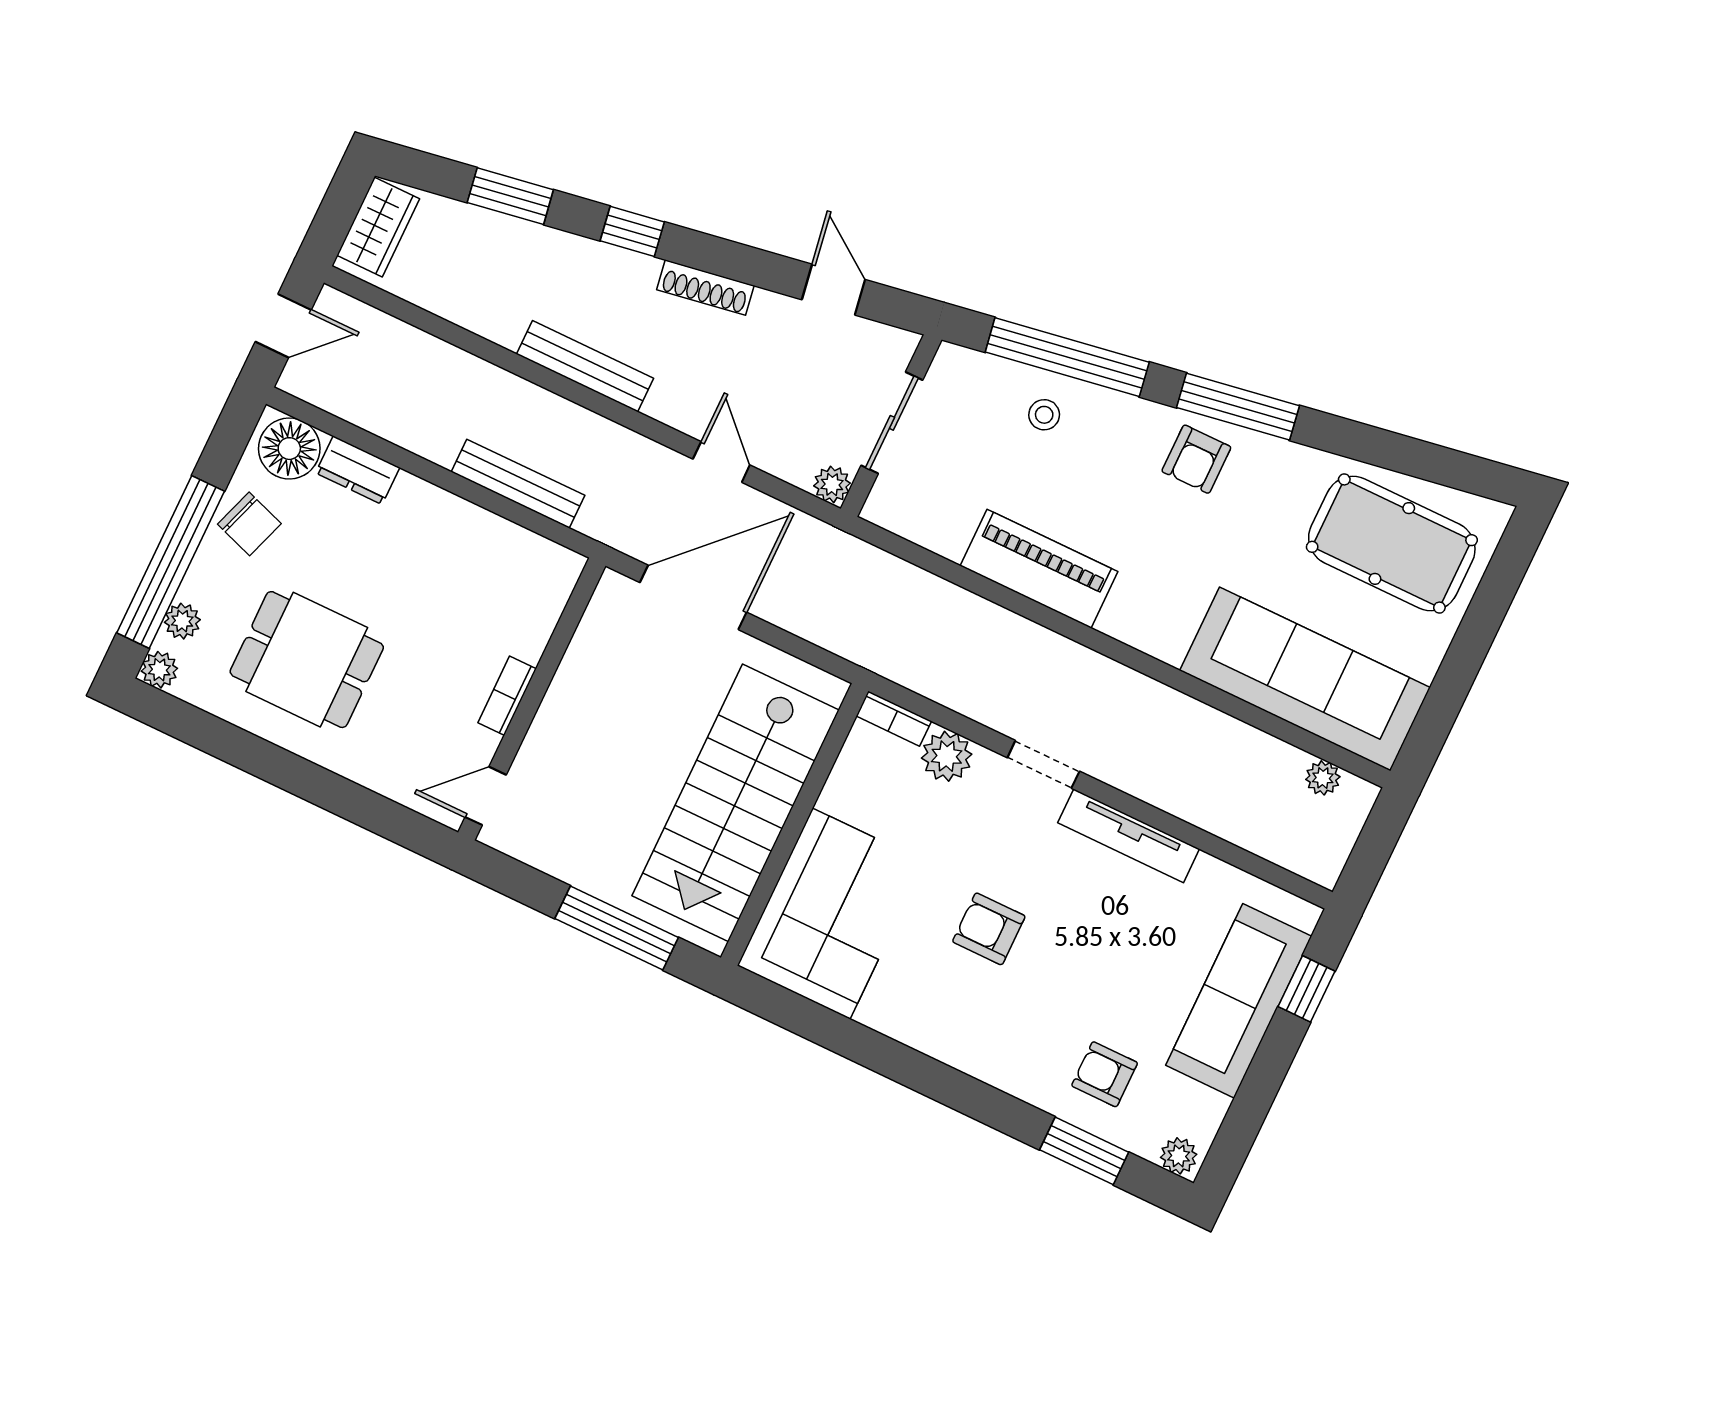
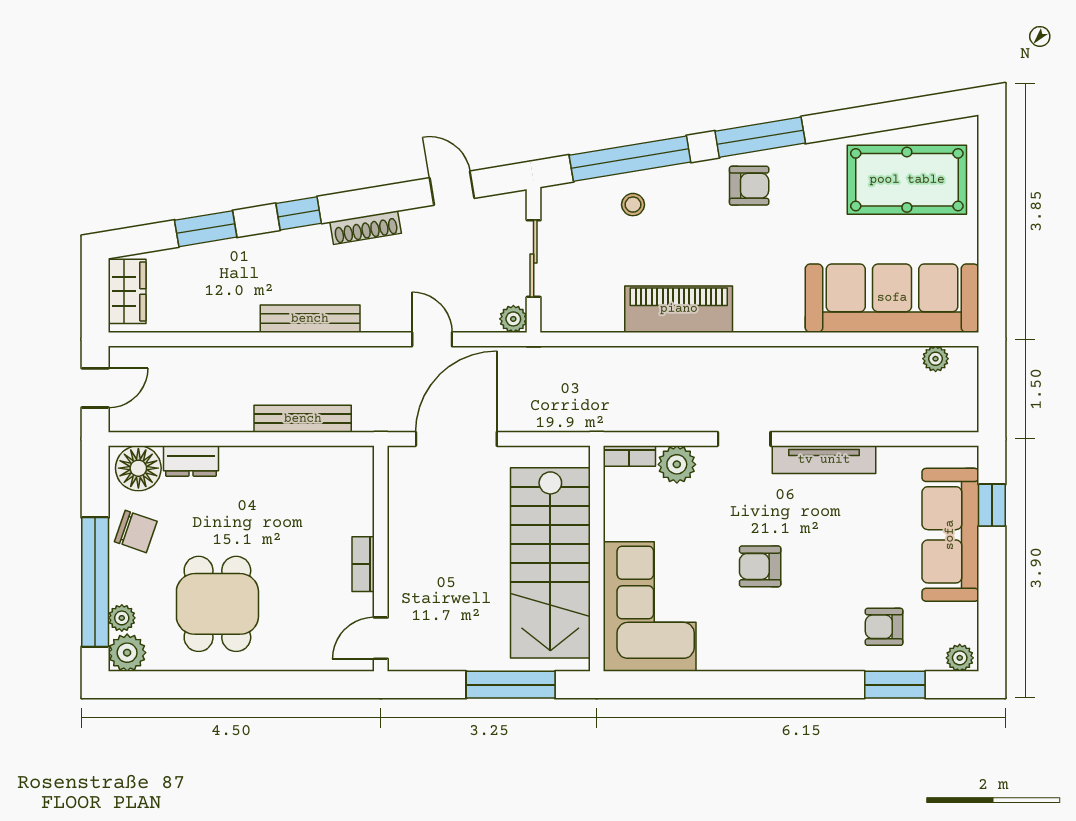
armchair: (1196, 459) -> (749, 186), turned -90
dining table: (307, 660) -> (217, 604), turned 90
plant: (159, 670) -> (127, 653), width x1.38, depth x1.38

